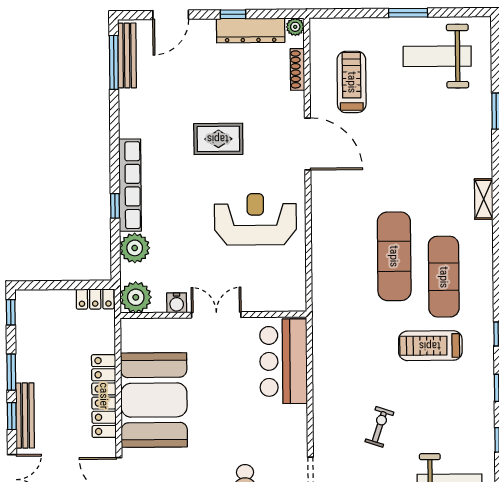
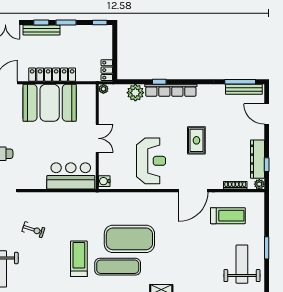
window: (233, 14) -> (267, 165), moved
exercise mat: (394, 256) -> (129, 239), width x1.47
plant: (136, 297) -> (103, 89), width x0.53, depth x0.53
water cooler: (177, 303) -> (104, 181), moved

